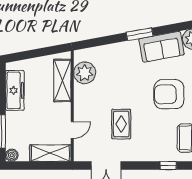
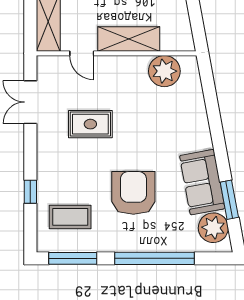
window: (140, 34) -> (229, 200), moved
shelving: (62, 80) -> (129, 39), moved

